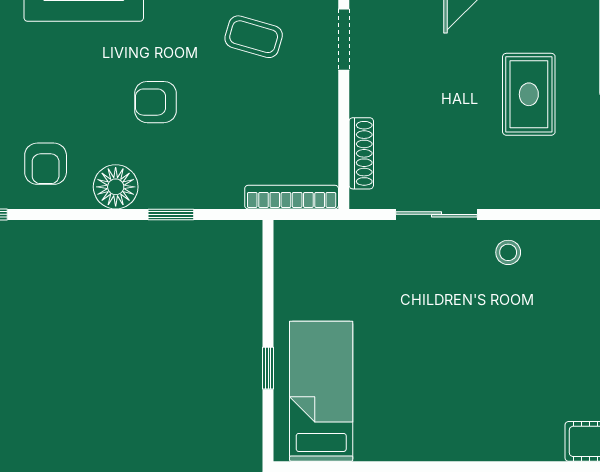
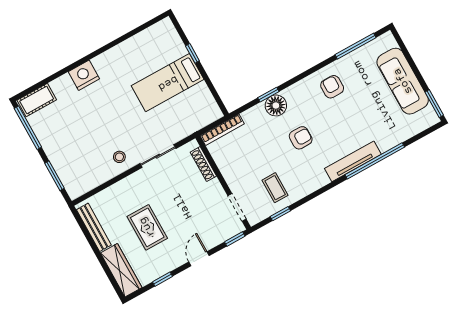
coffee table: (254, 37) -> (275, 188), turned 74
floor lamp: (116, 187) -> (276, 105), moved
bed: (321, 391) -> (168, 83), moved, turned 90
nightstand: (490, 439) -> (84, 75), added

